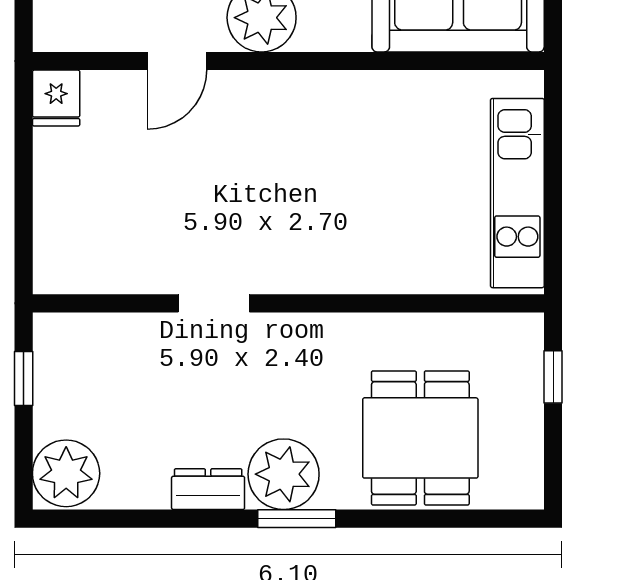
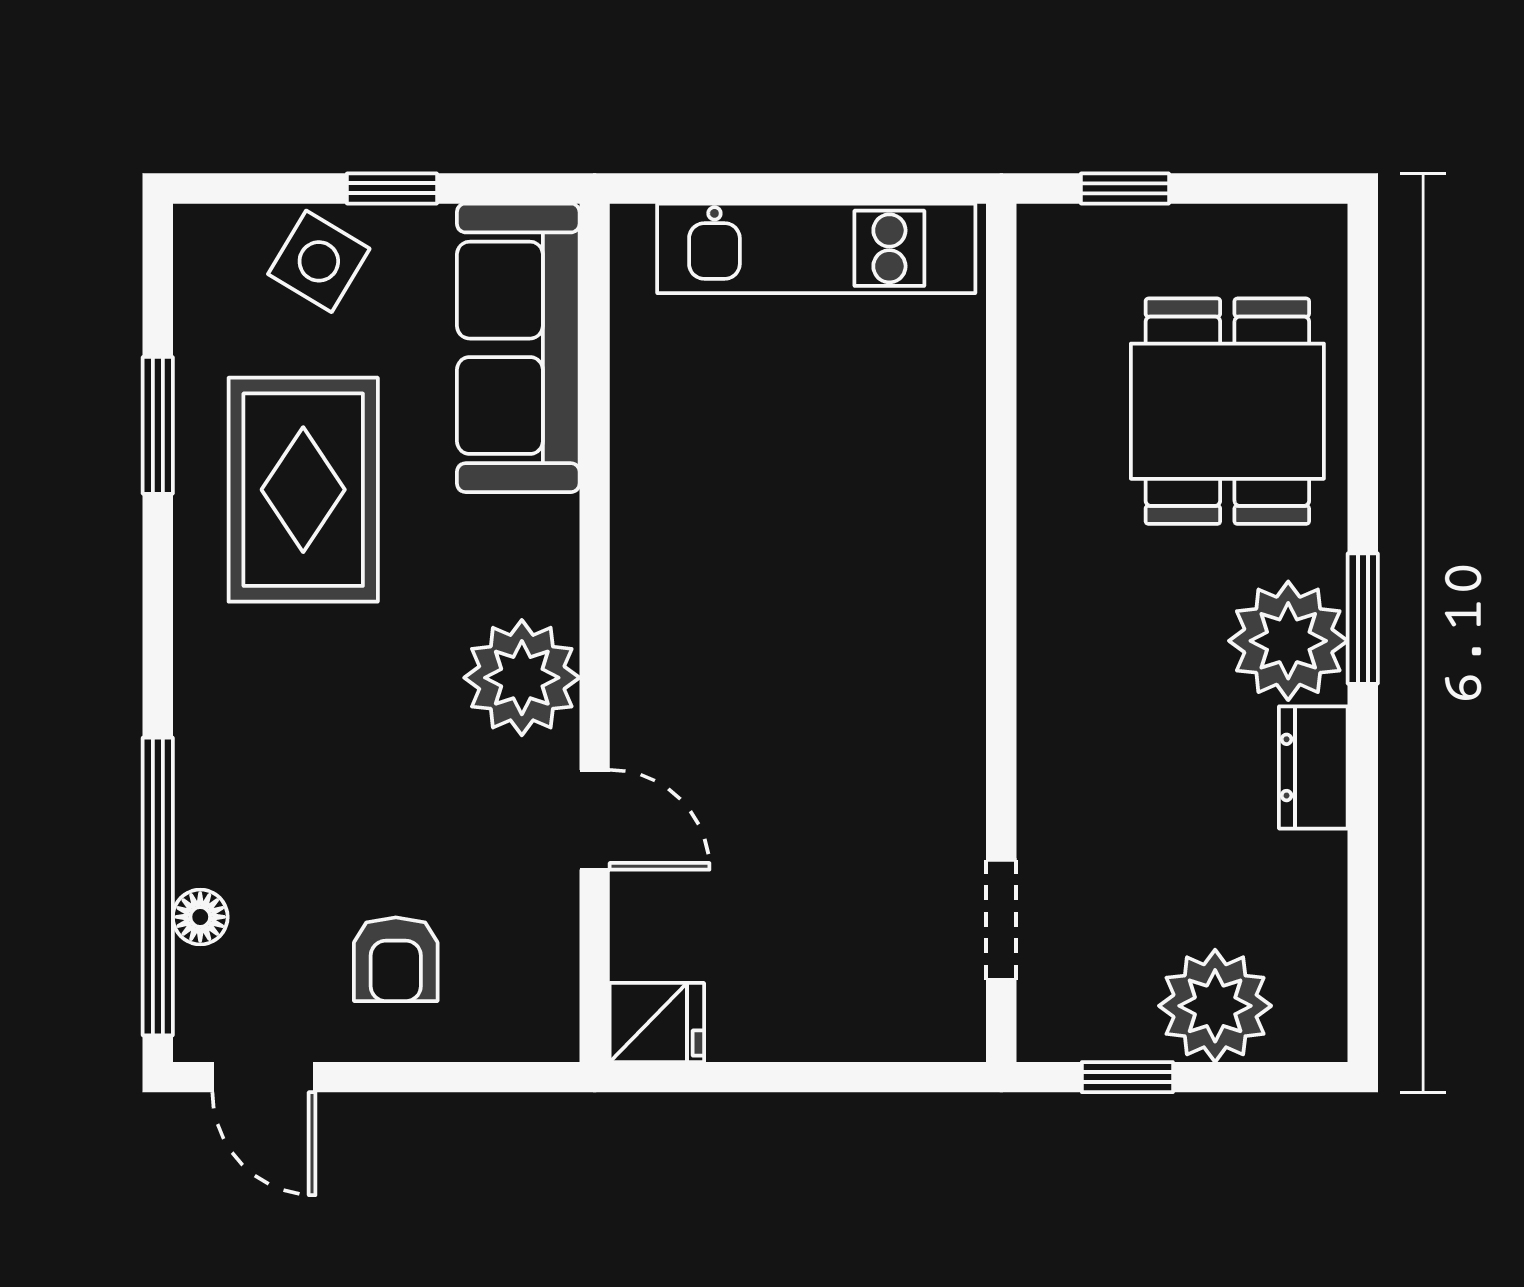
doorway: (214, 303) -> (1001, 920), moved
dining table: (420, 438) -> (1227, 411), turned 90
plant: (66, 473) -> (1215, 1006), moved

